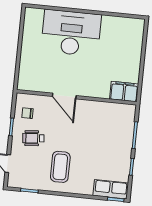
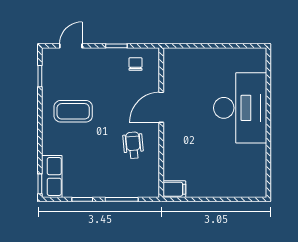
filing cabinet: (124, 91) -> (174, 189), width x0.50
wheelchair: (33, 138) -> (133, 145), moved

